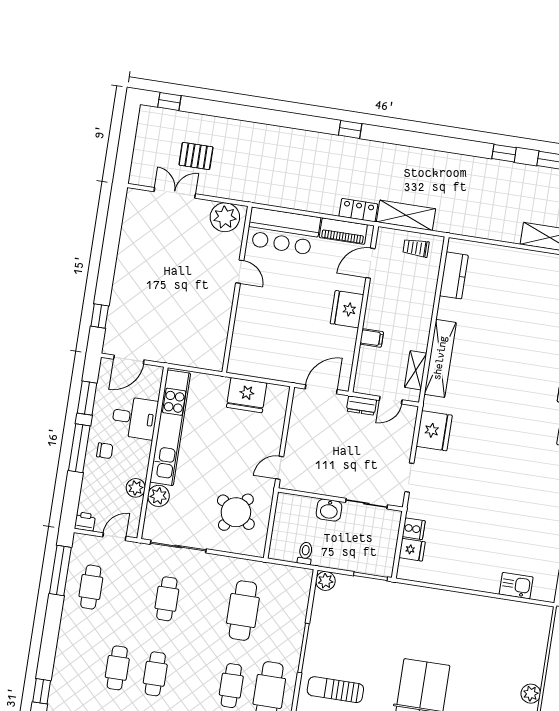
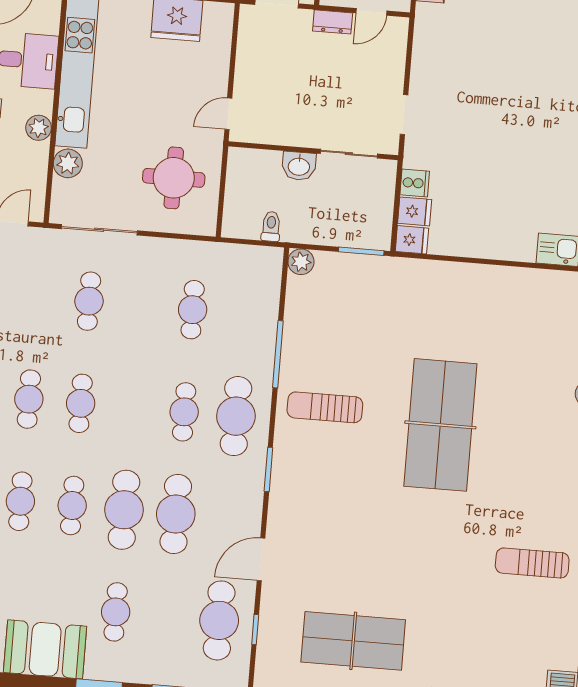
fridge: (434, 431) -> (412, 240), moved, width x0.53, depth x0.75
plant: (136, 488) -> (39, 128), moved
round table: (236, 512) -> (174, 178), turned -34
cafe table: (243, 611) -> (193, 310), width x0.73, depth x0.74

